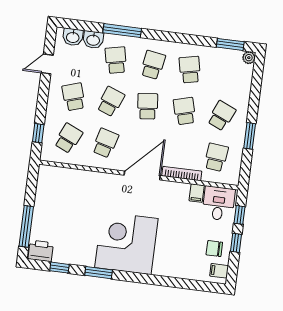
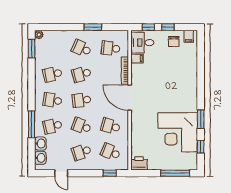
corner desk: (126, 243) -> (178, 132), moved
printer: (41, 251) -> (139, 163), moved, turned 90

